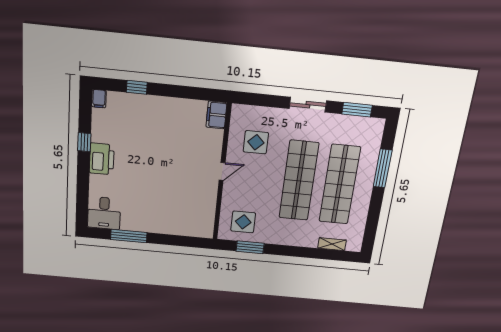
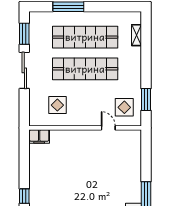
sliding door: (308, 105) -> (24, 70), width x1.37
door: (222, 171) -> (108, 128), moved

